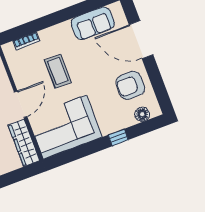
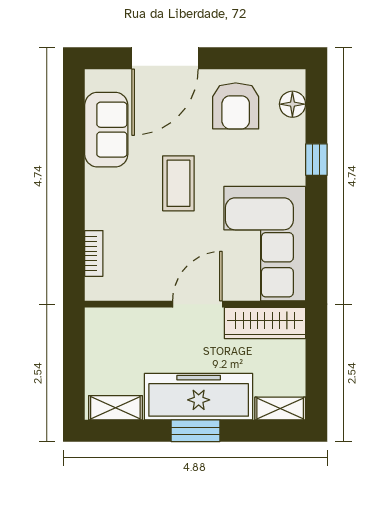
coffee table: (58, 71) -> (178, 183), moved, turned 90
door: (21, 104) -> (197, 304), hinge flipped

